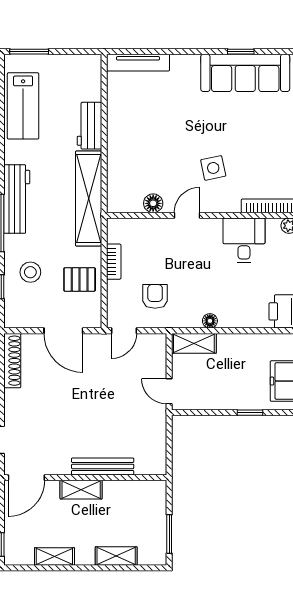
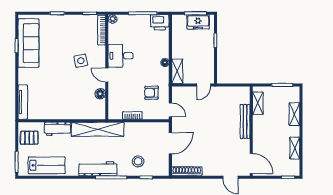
desk: (244, 240) -> (121, 56), moved
pallet: (80, 279) -> (29, 138), moved, turned 90
shelving: (81, 490) -> (258, 103), moved

